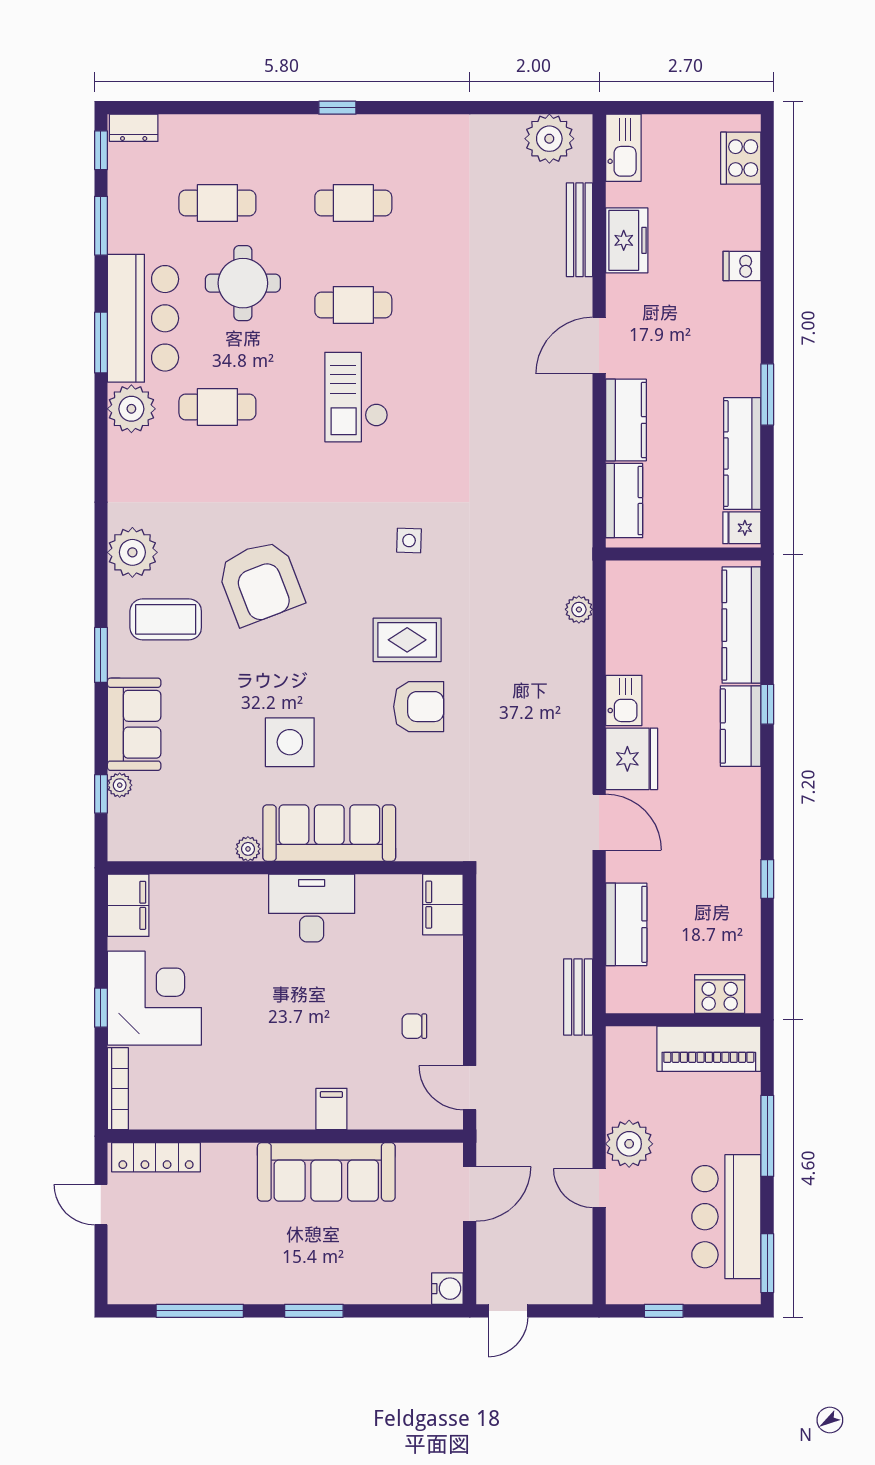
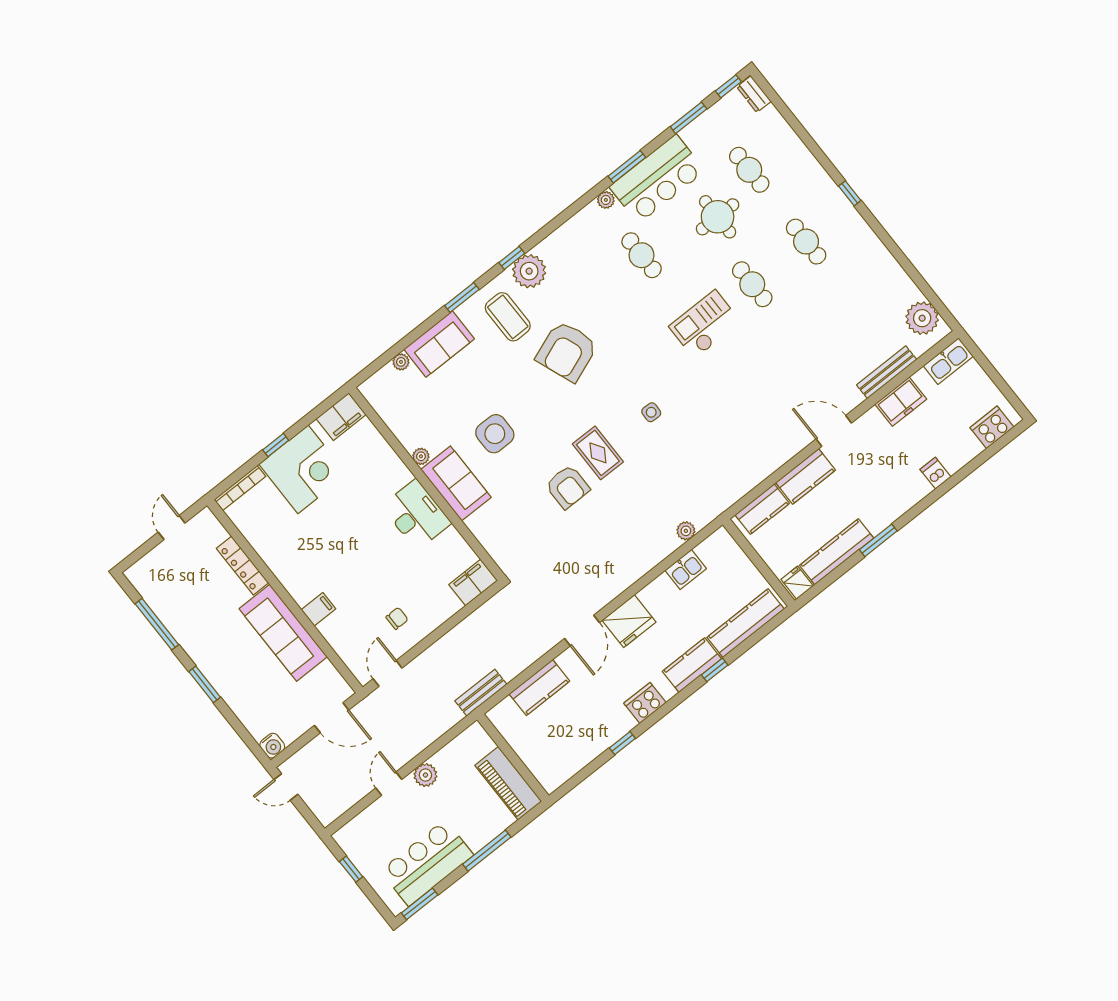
plant: (131, 409) -> (606, 200), width x0.53, depth x0.53
kitchen sink: (624, 700) -> (686, 570), moved
window: (101, 794) -> (512, 258), moved
sofa: (329, 833) -> (456, 483), width x0.73
cooker: (720, 994) -> (645, 703), moved, turned -90
chair: (414, 1026) -> (397, 618), turned 90
plant: (629, 1144) -> (425, 775), width x0.73, depth x0.73
locker: (156, 1157) -> (242, 566), moved

